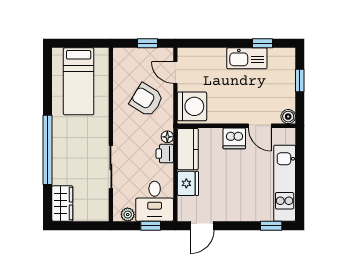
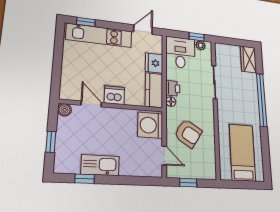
kitchen unit: (285, 183) -> (99, 35), moved, turned 90
window: (151, 226) -> (197, 37), moved

